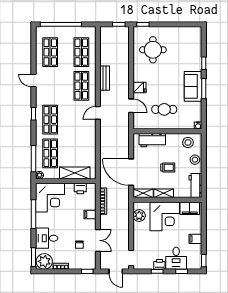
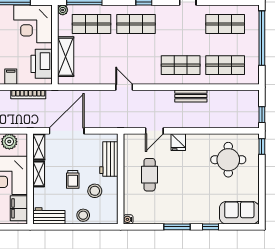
sofa: (193, 86) -> (239, 213), moved
door: (98, 113) -> (124, 87), moved
stool: (188, 142) -> (95, 191), moved
printer: (80, 189) -> (42, 64), width x1.87, depth x1.48

